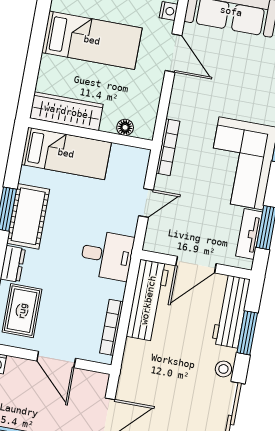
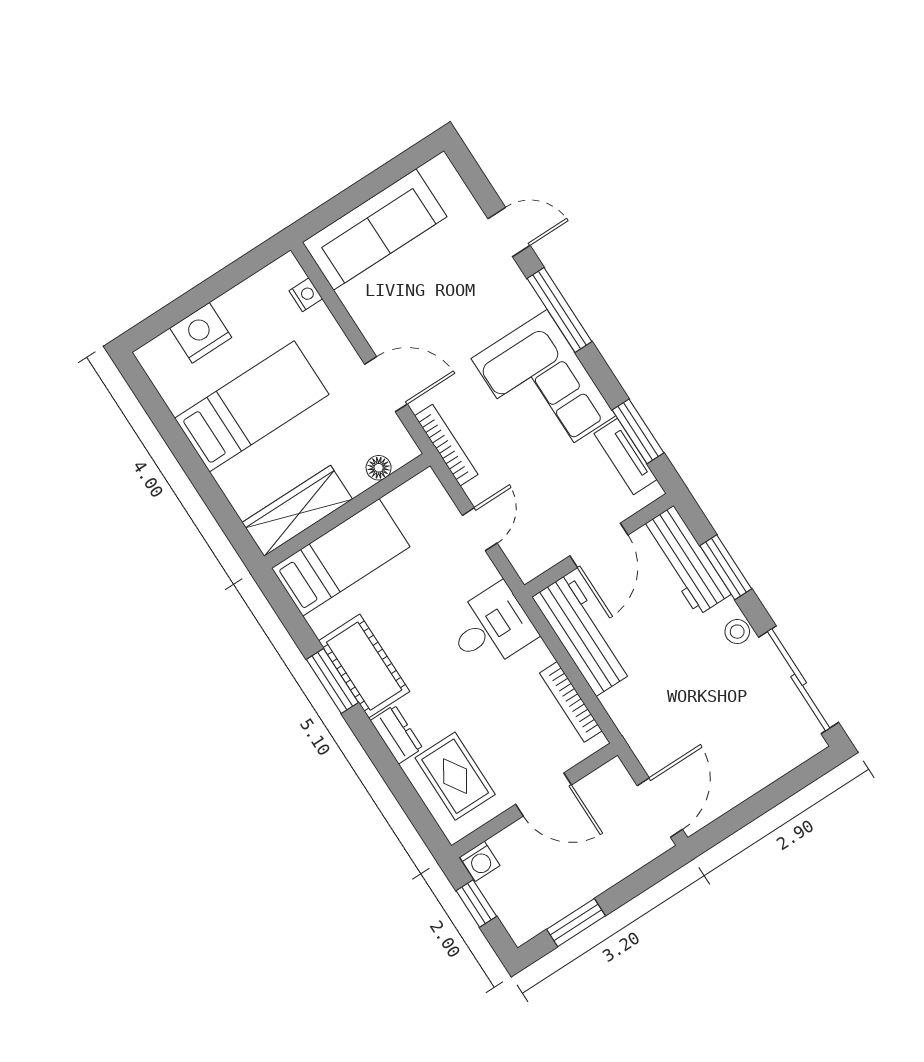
door: (173, 53) -> (386, 384), moved

